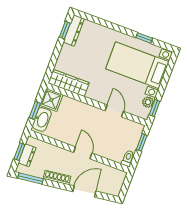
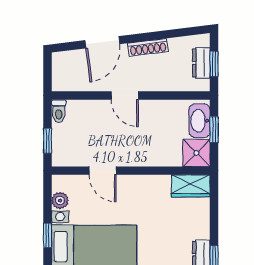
wardrobe: (69, 83) -> (191, 186), width x0.67
window: (155, 108) -> (48, 235), moved
window: (30, 179) -> (184, 32), removed

